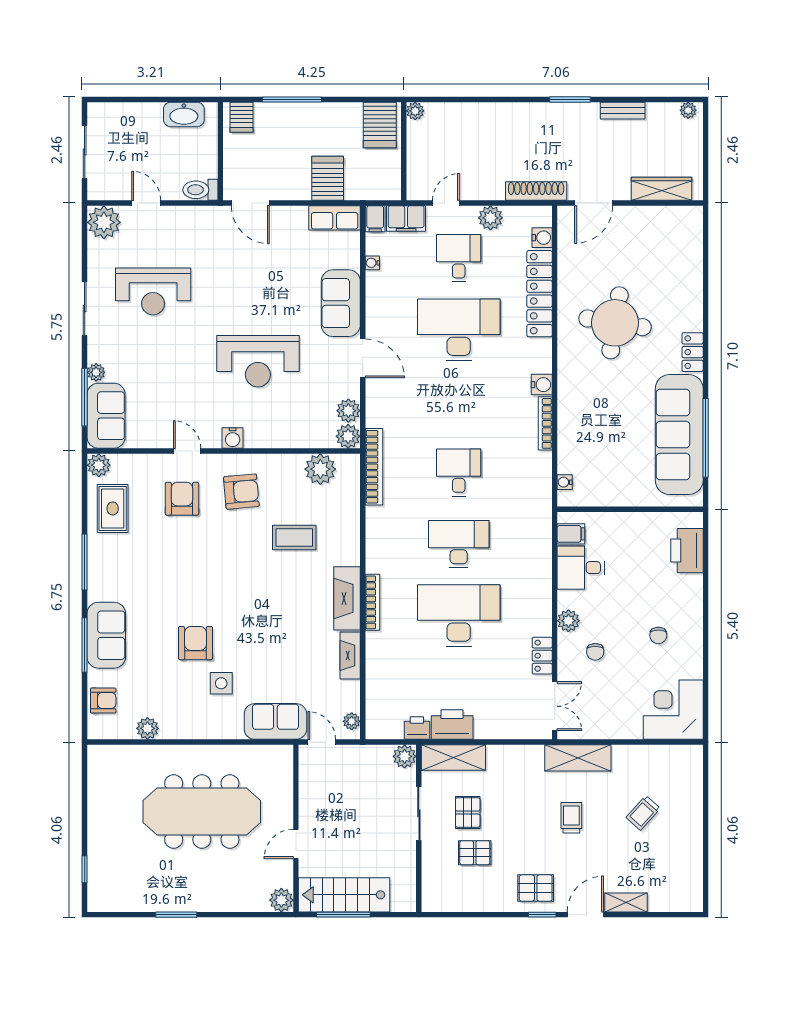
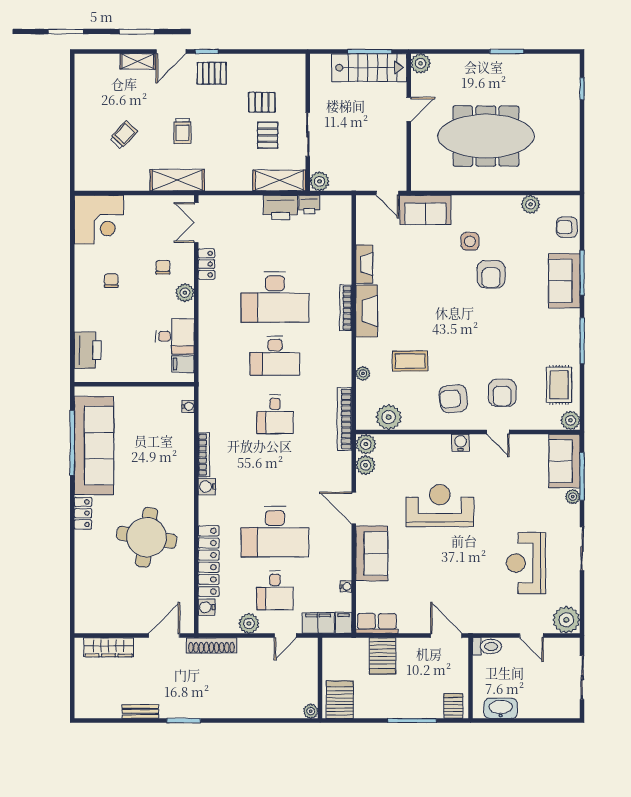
plant: (688, 110) -> (87, 712), removed
reception desk: (153, 291) -> (526, 563), turned -90
plant: (352, 721) -> (363, 373), moved

